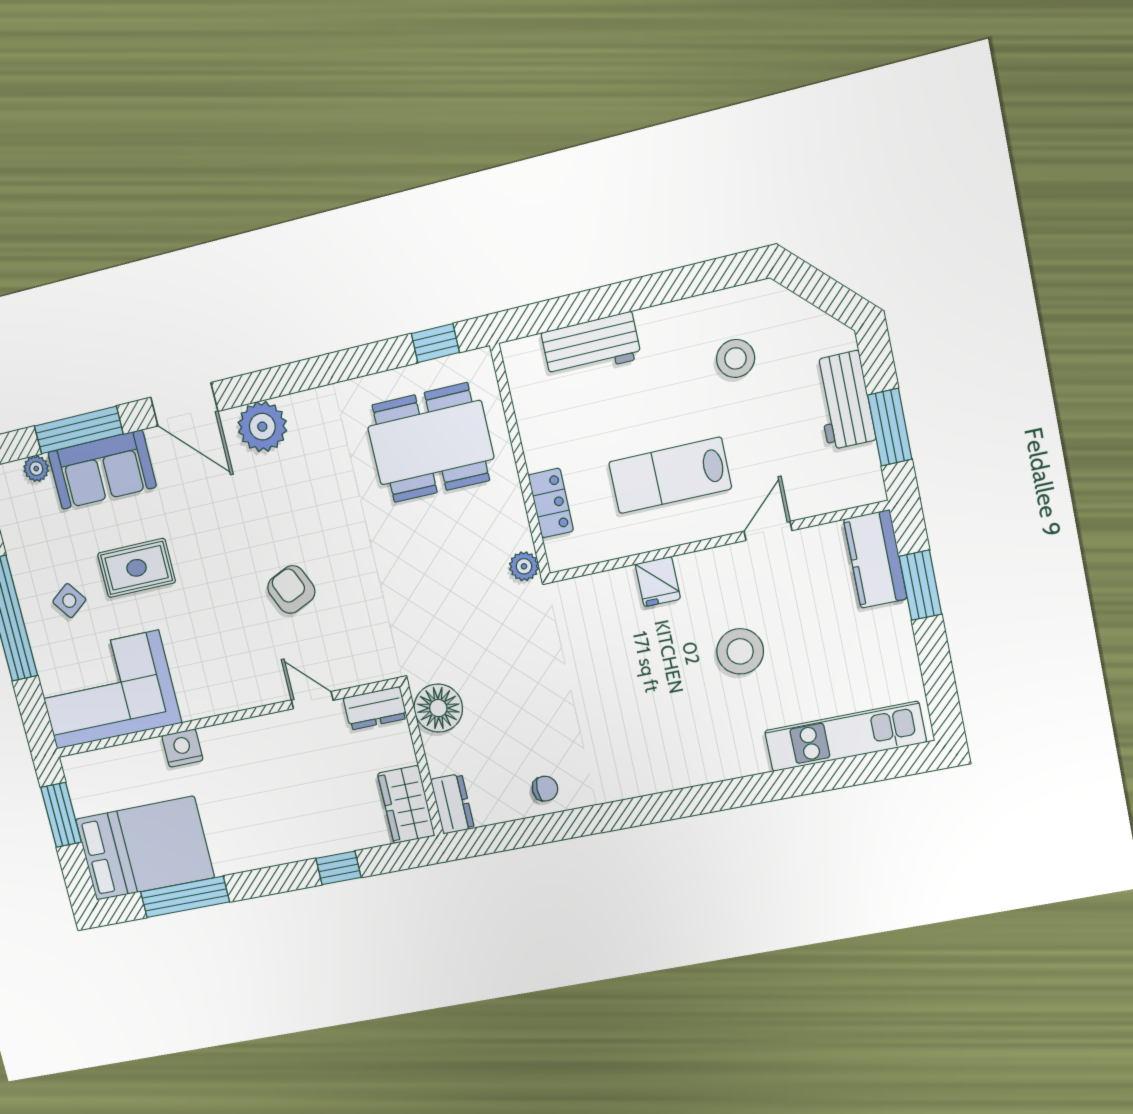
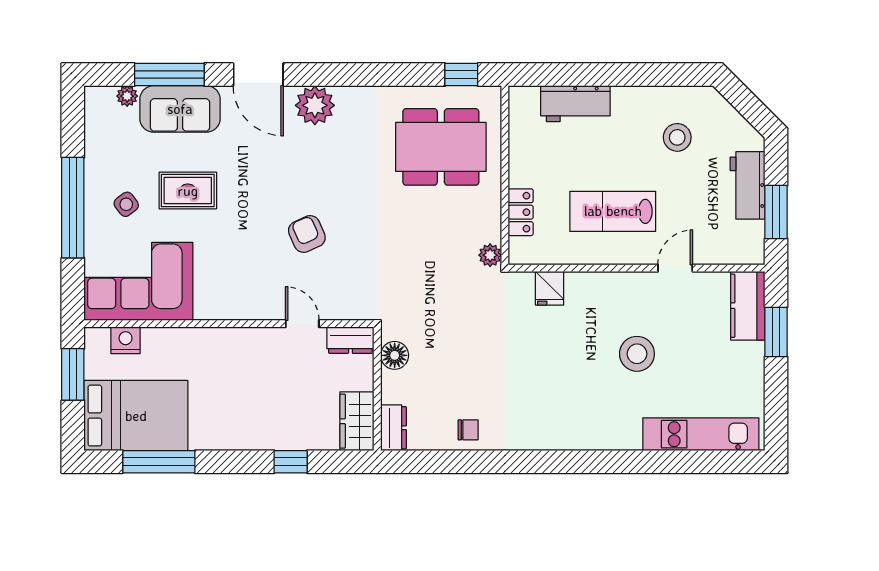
fridge: (658, 582) -> (550, 288), moved
floor lamp: (438, 708) -> (395, 355), width x0.73, depth x0.73
nightstand: (182, 748) -> (126, 340), moved

